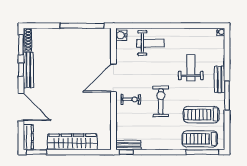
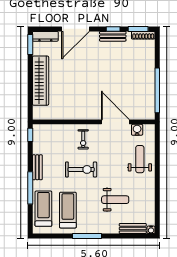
water cooler: (121, 35) -> (137, 130), moved
weight bench: (151, 43) -> (140, 159), turned 180
bench: (28, 70) -> (113, 36), width x0.73
door: (113, 78) -> (115, 122), moved
bench: (220, 80) -> (133, 229), moved
bench: (128, 145) -> (37, 167), moved
window: (202, 152) -> (30, 188), moved

